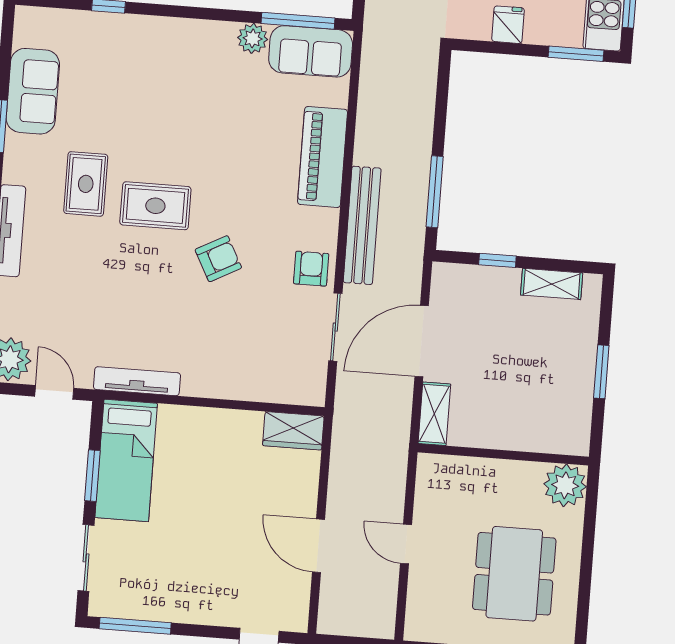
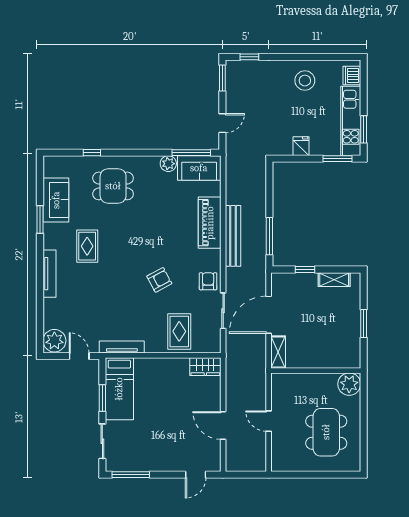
dining table: (144, 73) -> (113, 186), added
rug: (155, 206) -> (179, 331), moved, turned 90
bench: (362, 225) -> (233, 236), moved

